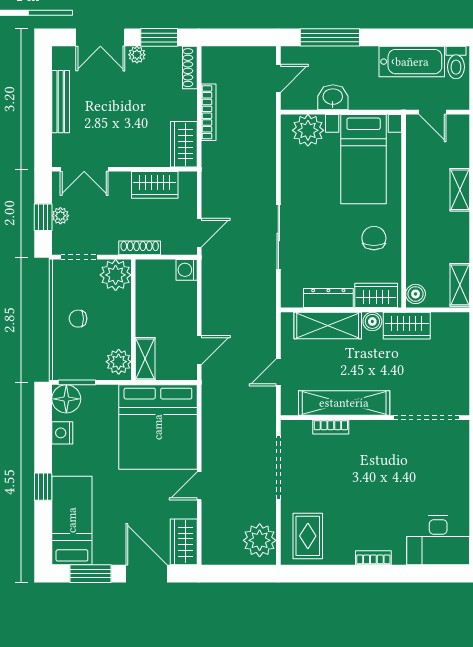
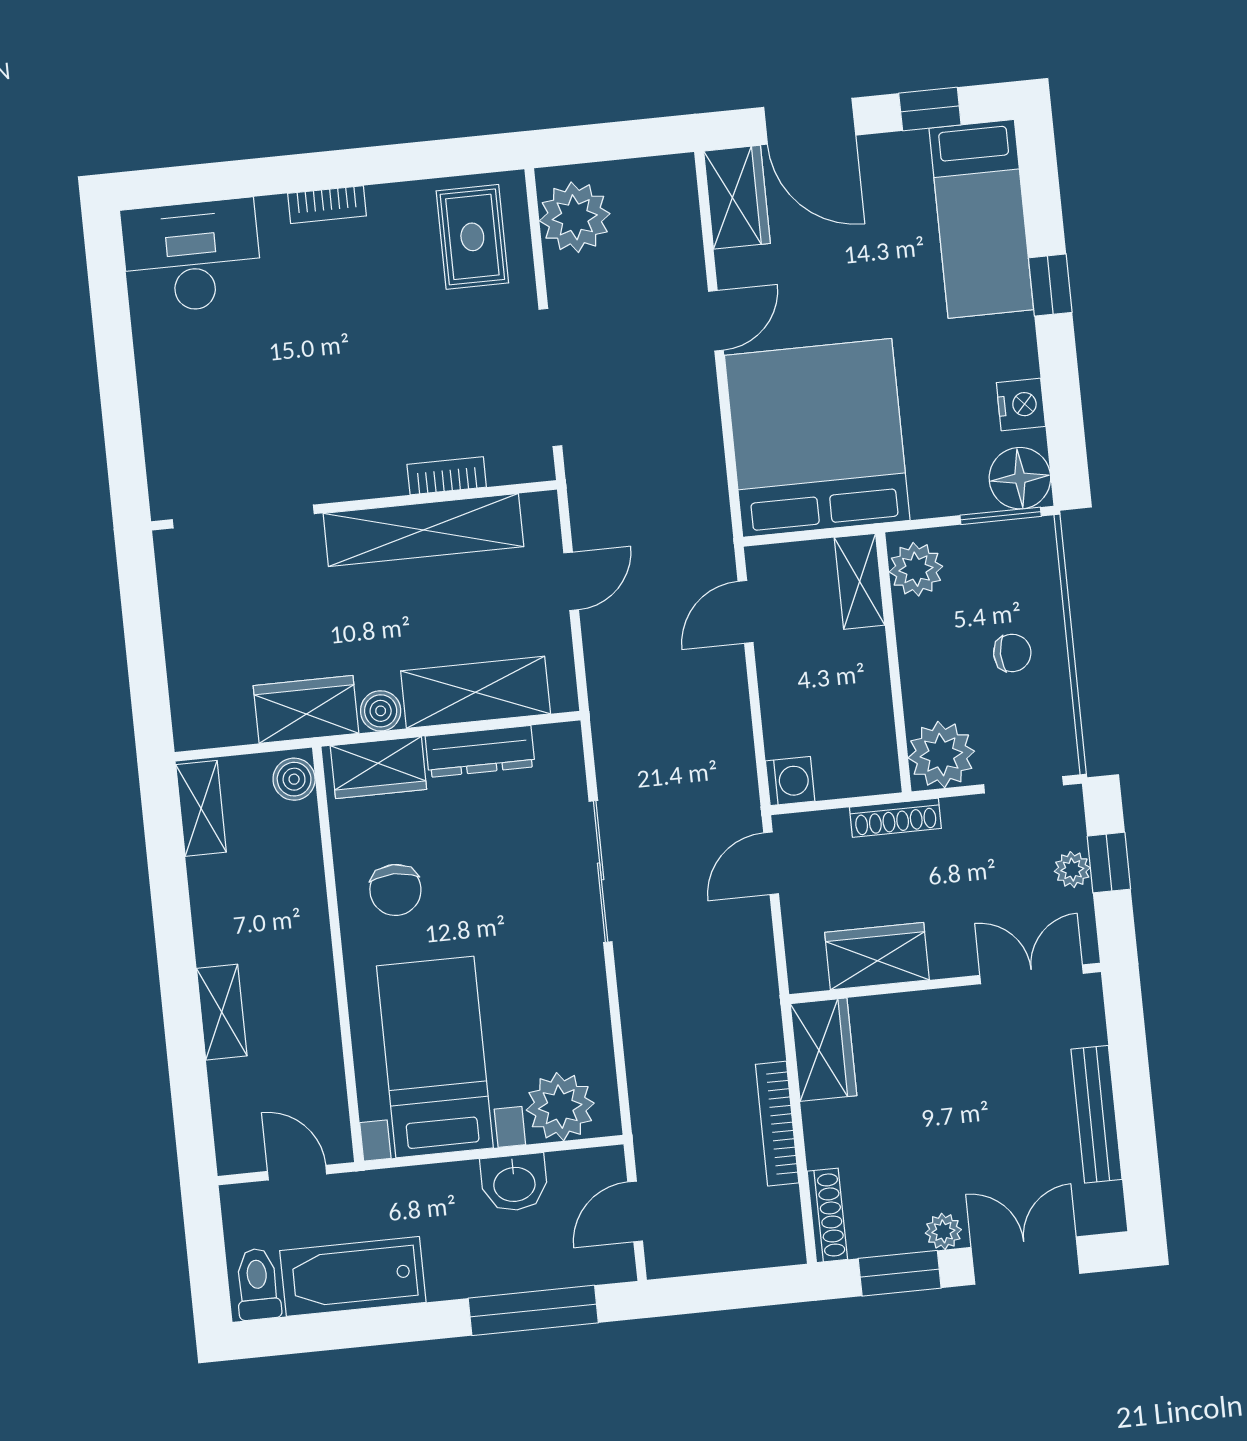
window: (90, 574) -> (930, 109), width x0.67

